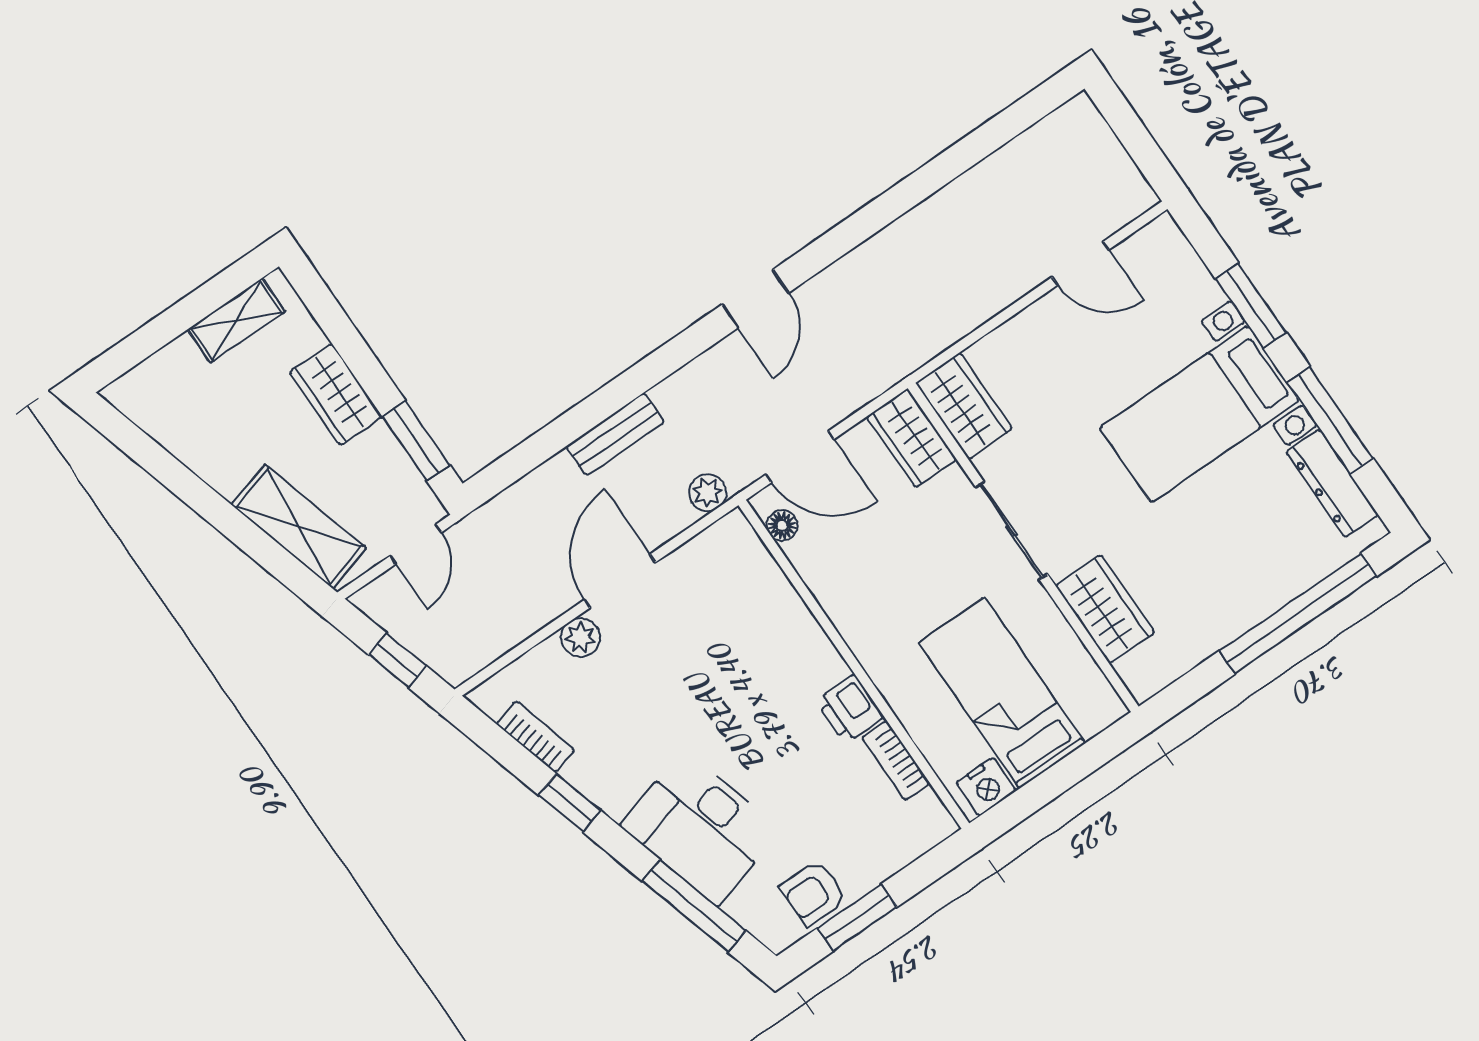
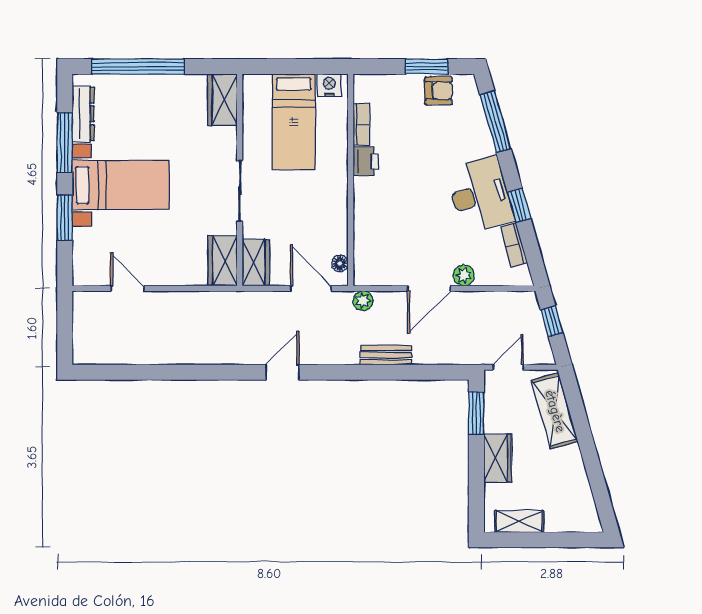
wardrobe: (1105, 609) -> (222, 100), moved
desk: (701, 828) -> (480, 195), moved

